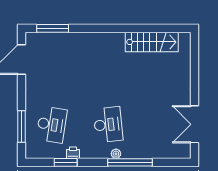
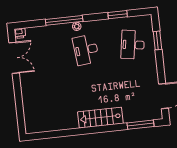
stairs: (152, 42) -> (100, 118), moved
window: (22, 126) -> (157, 40), width x0.69
printer: (73, 153) -> (20, 33), moved

